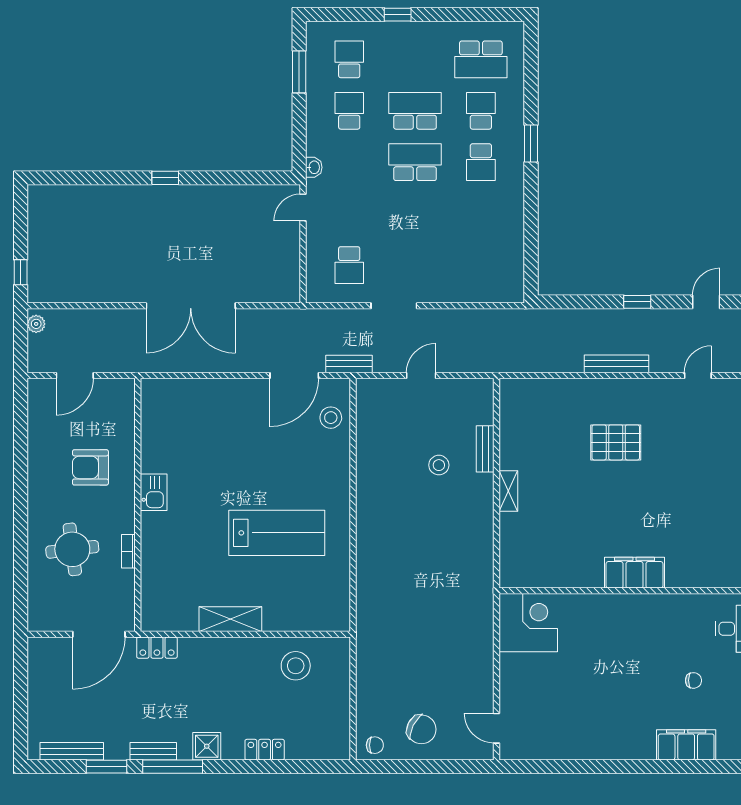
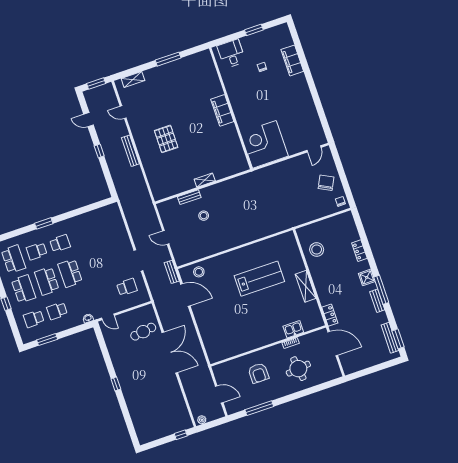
school desk: (415, 59) -> (24, 289), added
cafe table: (250, 267) -> (143, 332), added
window: (21, 445) -> (259, 408), added
kitchen sink: (154, 492) -> (293, 329), moved
lab bench: (277, 533) -> (259, 279), turned 90
corner desk: (528, 623) -> (264, 144), width x1.36, depth x1.36
window: (107, 767) -> (398, 339), moved

